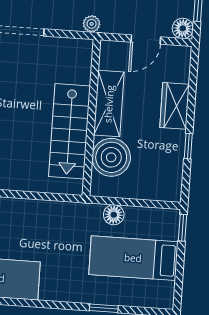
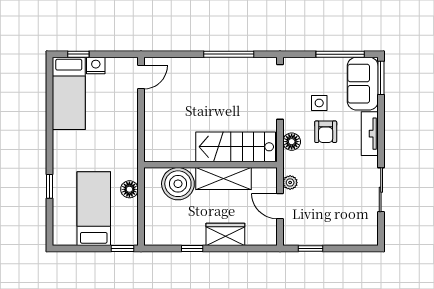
plant: (92, 24) -> (290, 183), moved
floor lamp: (183, 28) -> (292, 142), moved
stairs: (69, 131) -> (236, 147), moved

